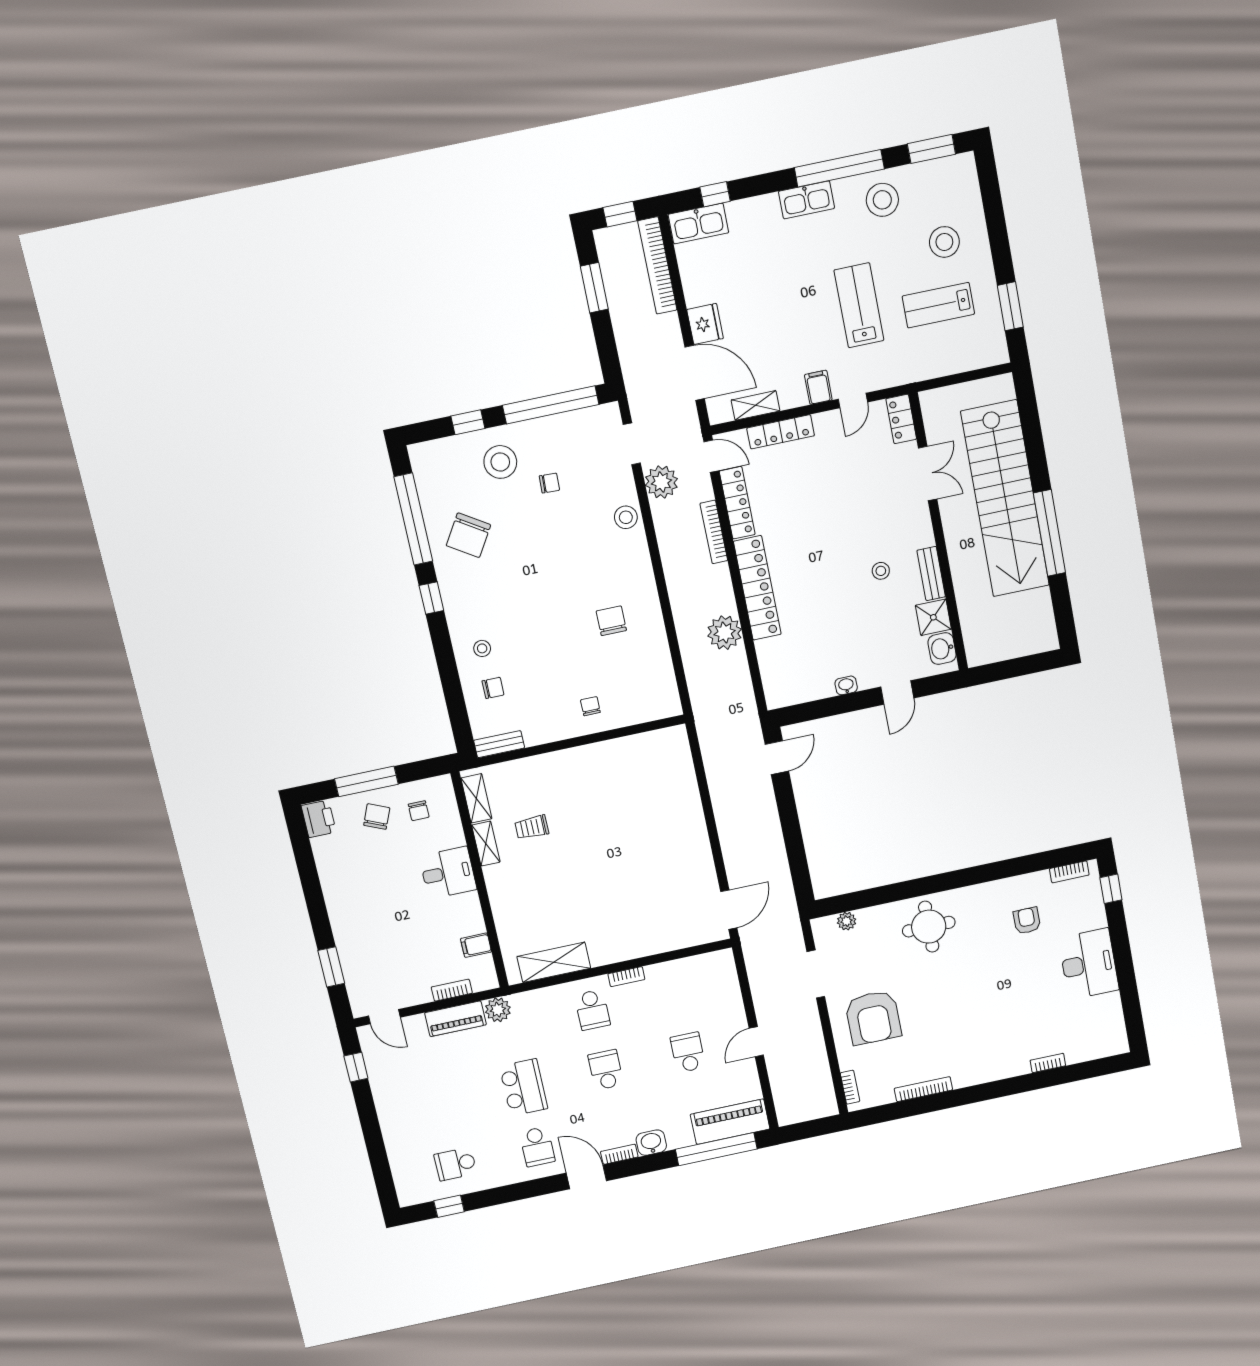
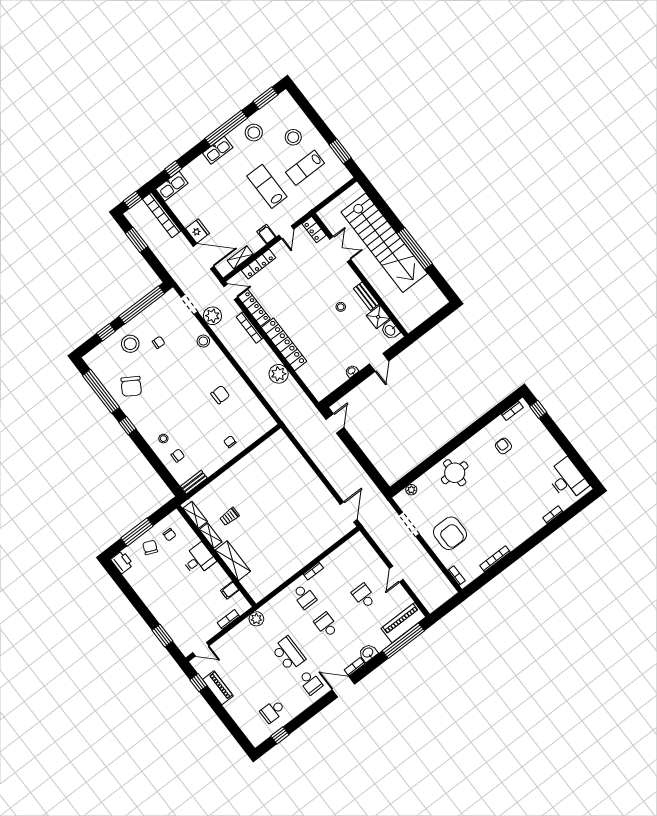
chair: (611, 621) -> (220, 395), turned 90
shelving: (554, 962) -> (233, 561), moved, turned 90
desk: (1089, 964) -> (567, 480), moved
piano: (455, 1019) -> (218, 688), moved, turned -90

